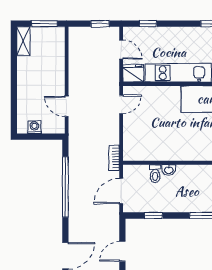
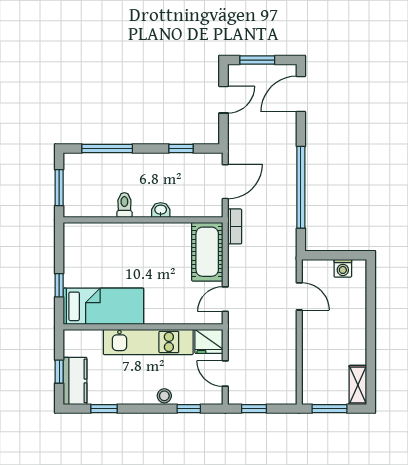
stool: (166, 33) -> (164, 396), added
cot: (134, 139) -> (207, 252), added
toilet: (155, 174) -> (124, 205), moved

